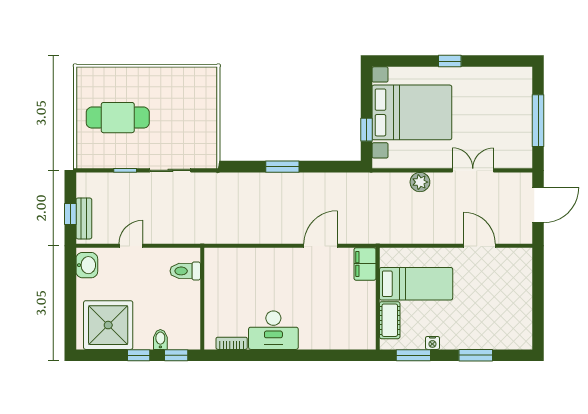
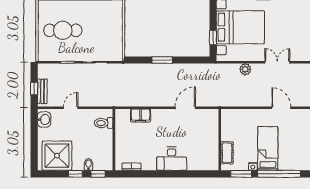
filing cabinet: (365, 264) -> (141, 115), moved, turned -90
bed: (416, 284) -> (268, 148), moved, turned -90
desk: (273, 330) -> (172, 159), moved
window: (476, 355) -> (279, 174), width x2.11

